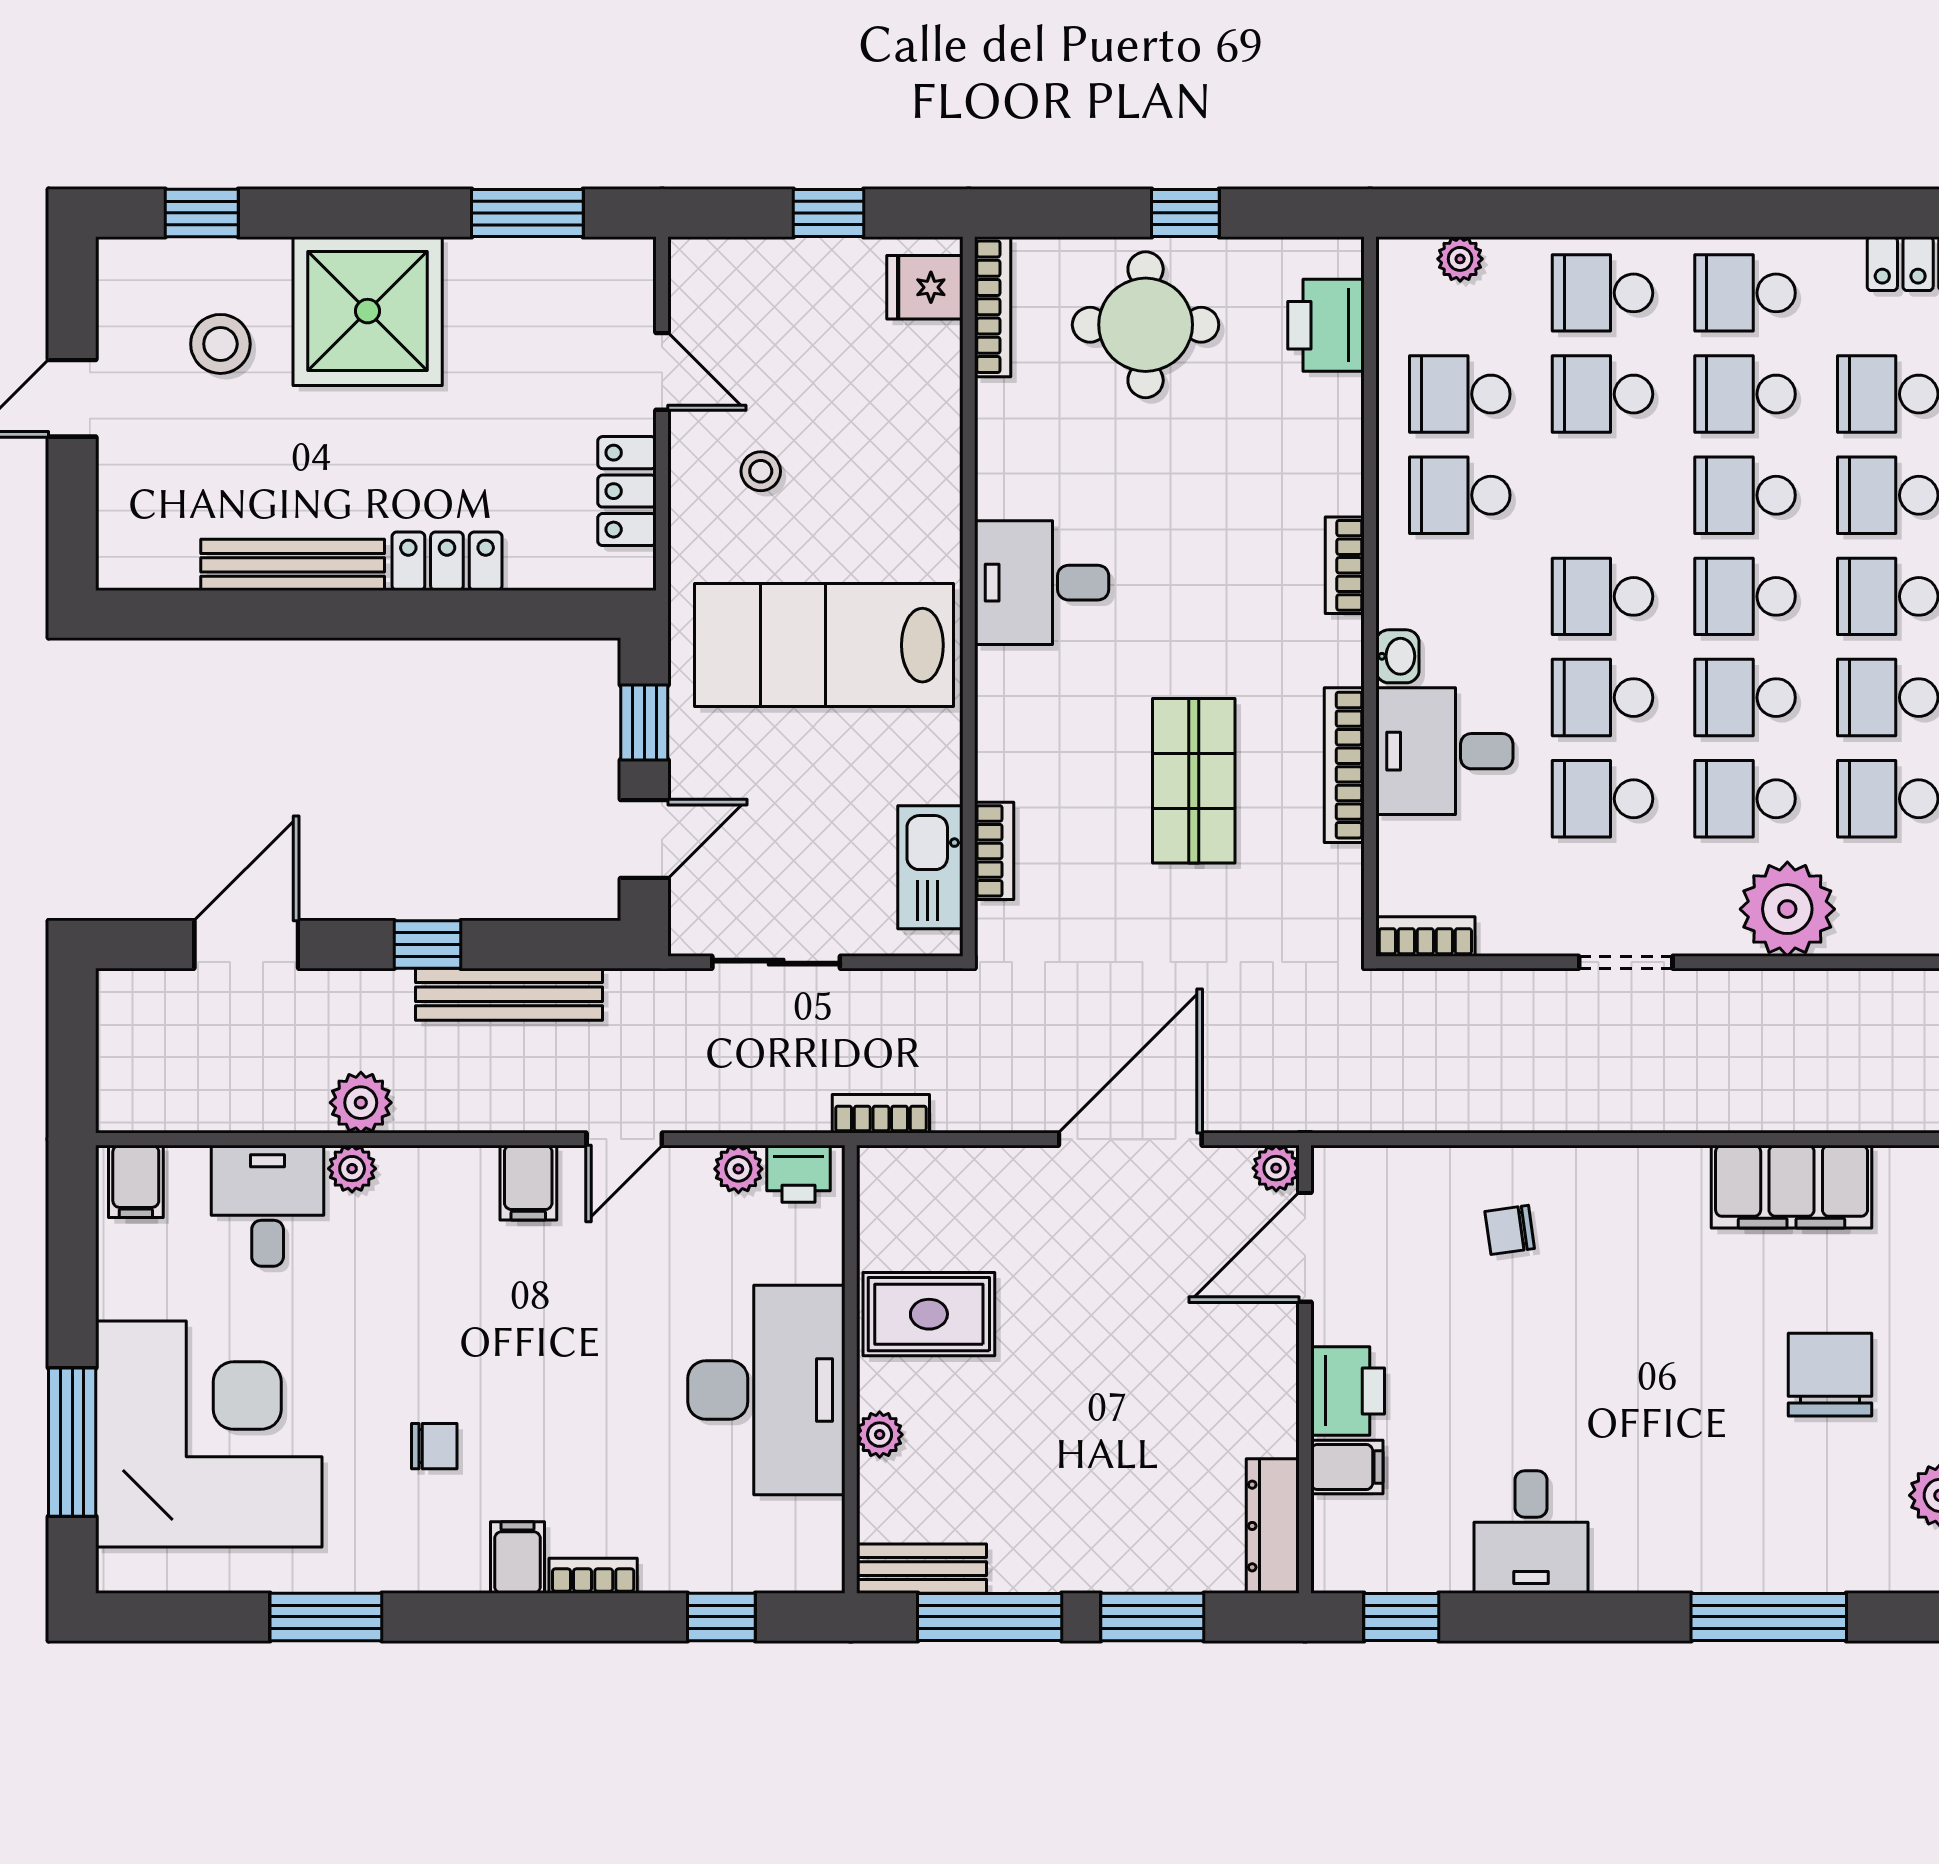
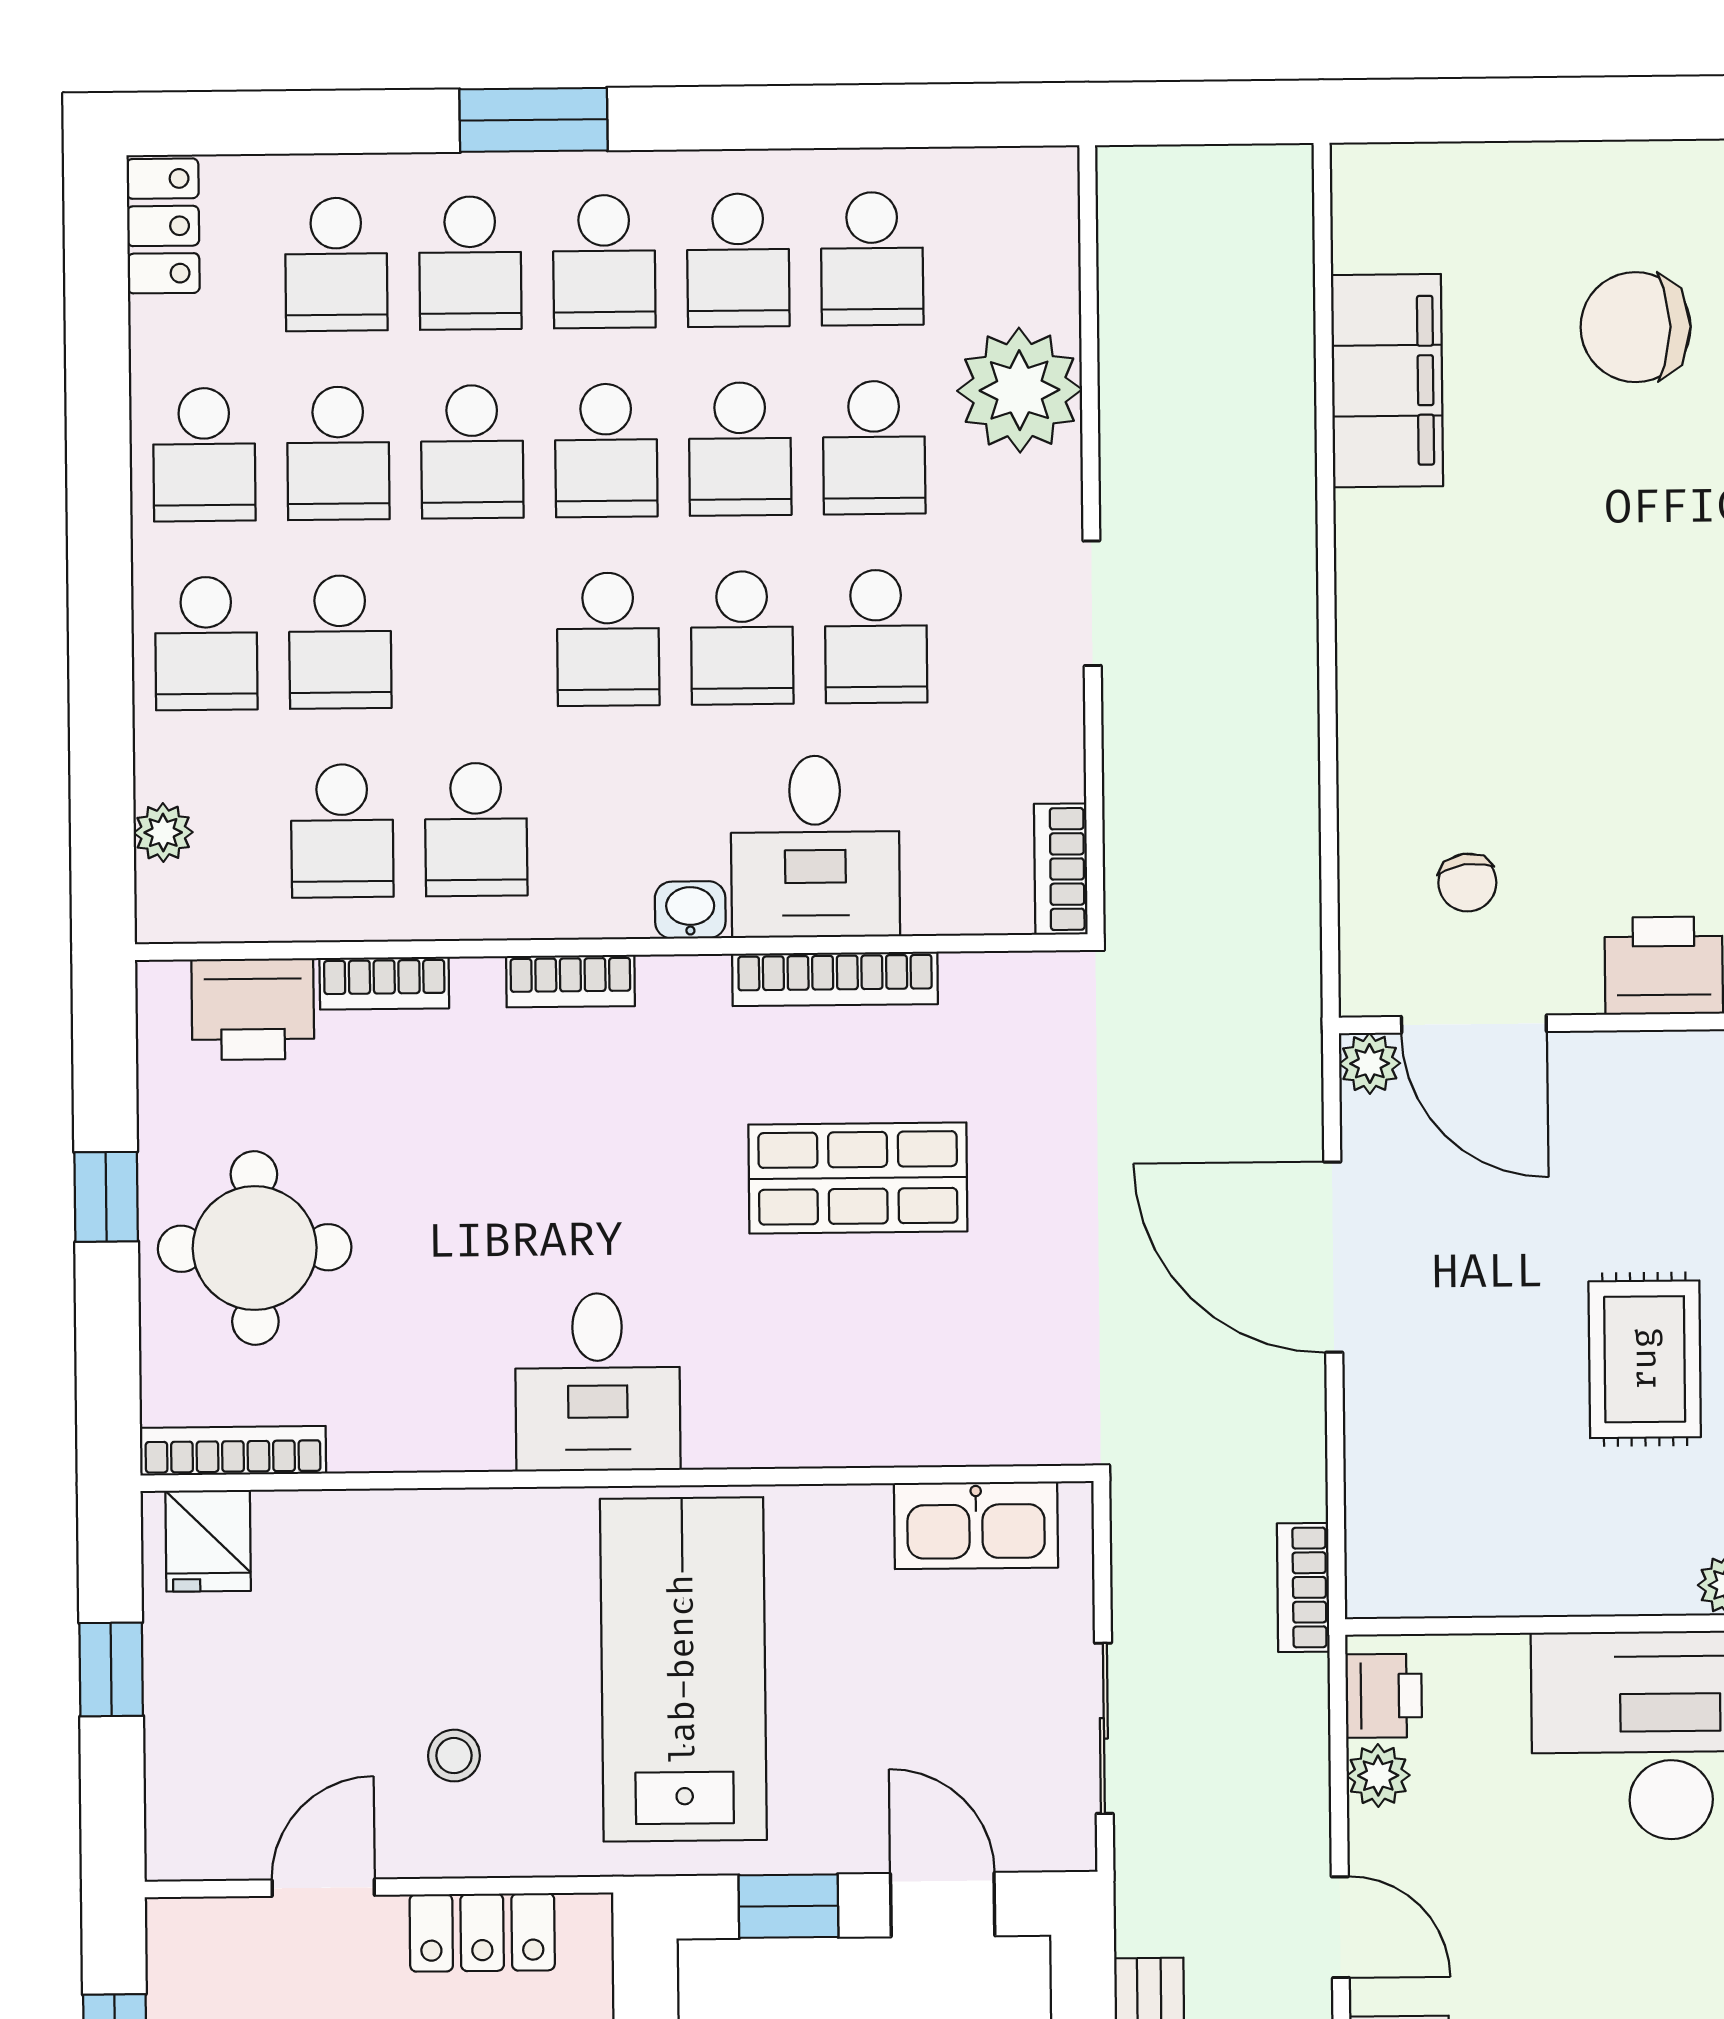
lab bench: (824, 645) -> (683, 1669), turned 180
bookcase: (994, 851) -> (384, 983), moved, turned 180
chair: (1510, 1230) -> (1467, 883), moved
rug: (929, 1314) -> (1645, 1359), moved

